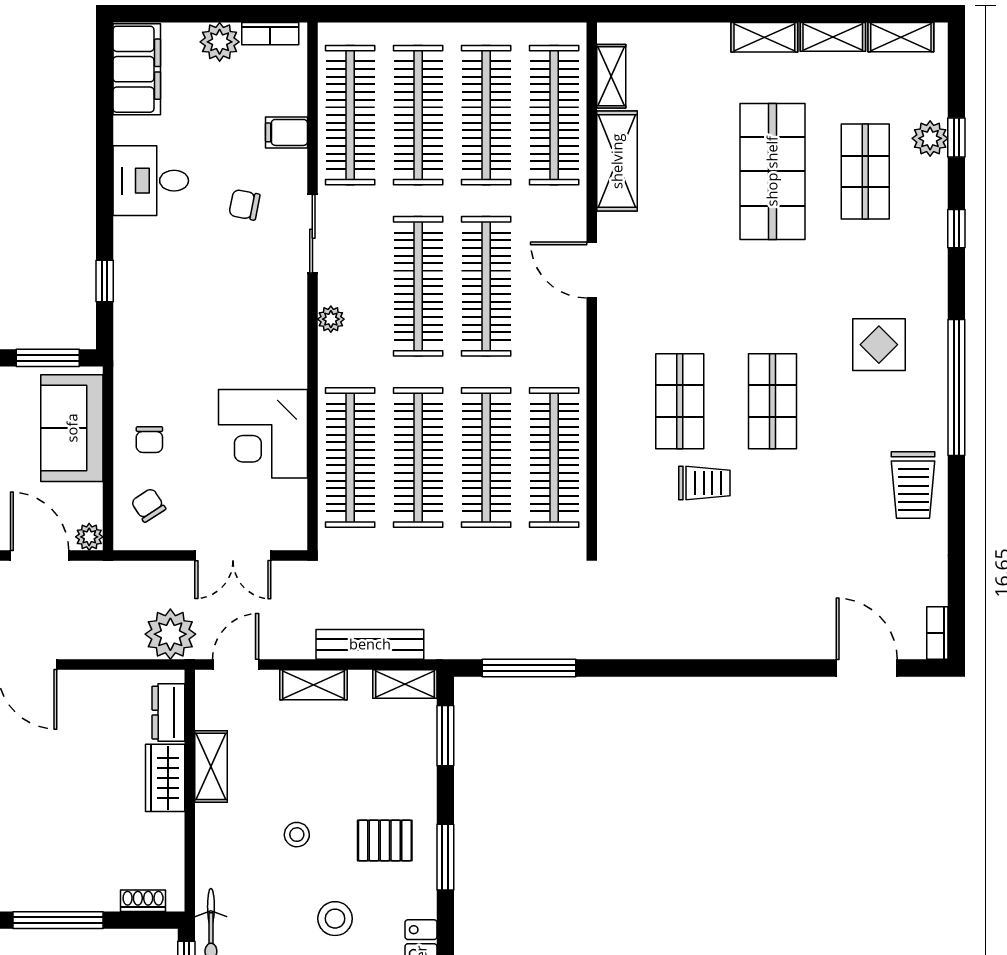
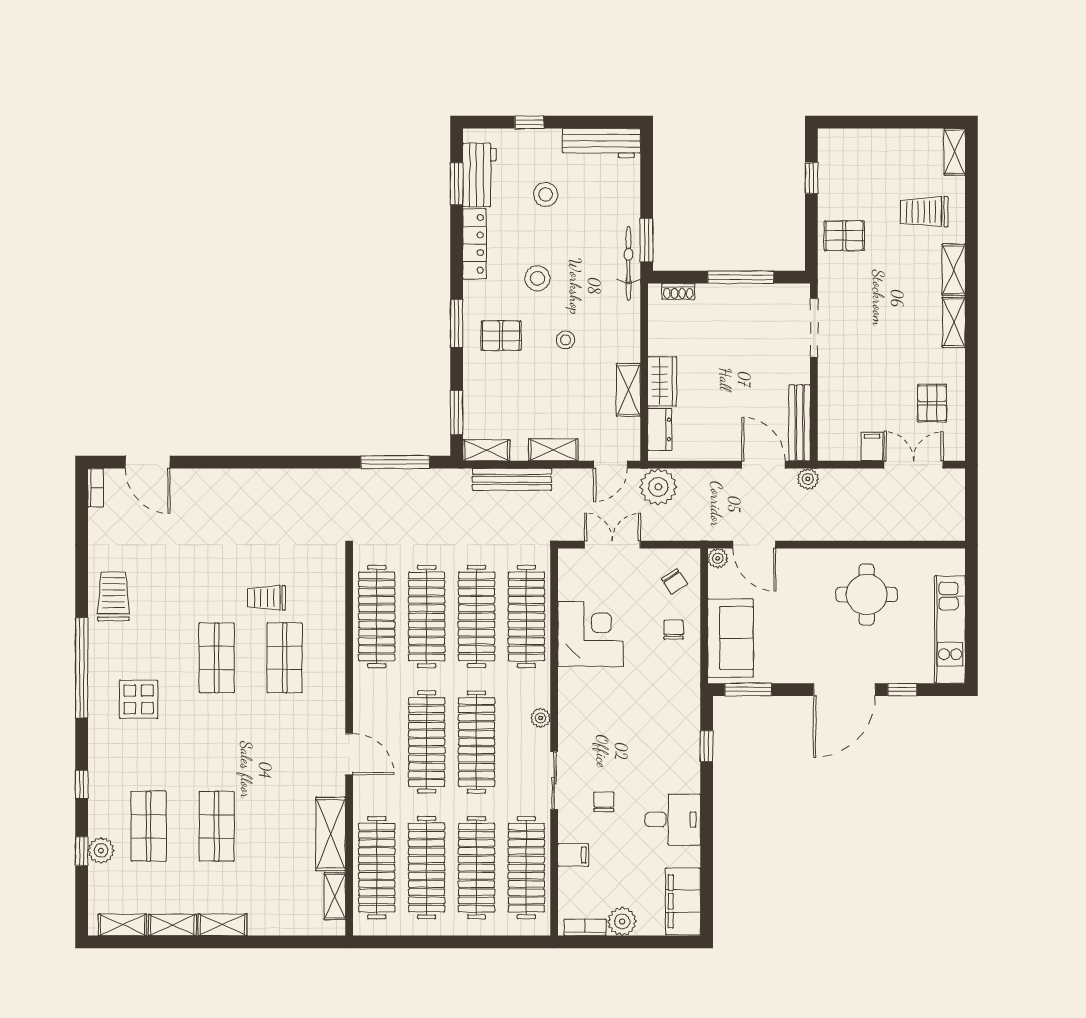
shop shelf: (772, 171) -> (217, 826), width x0.70, depth x0.74
chair: (244, 205) -> (604, 802), turned -101

